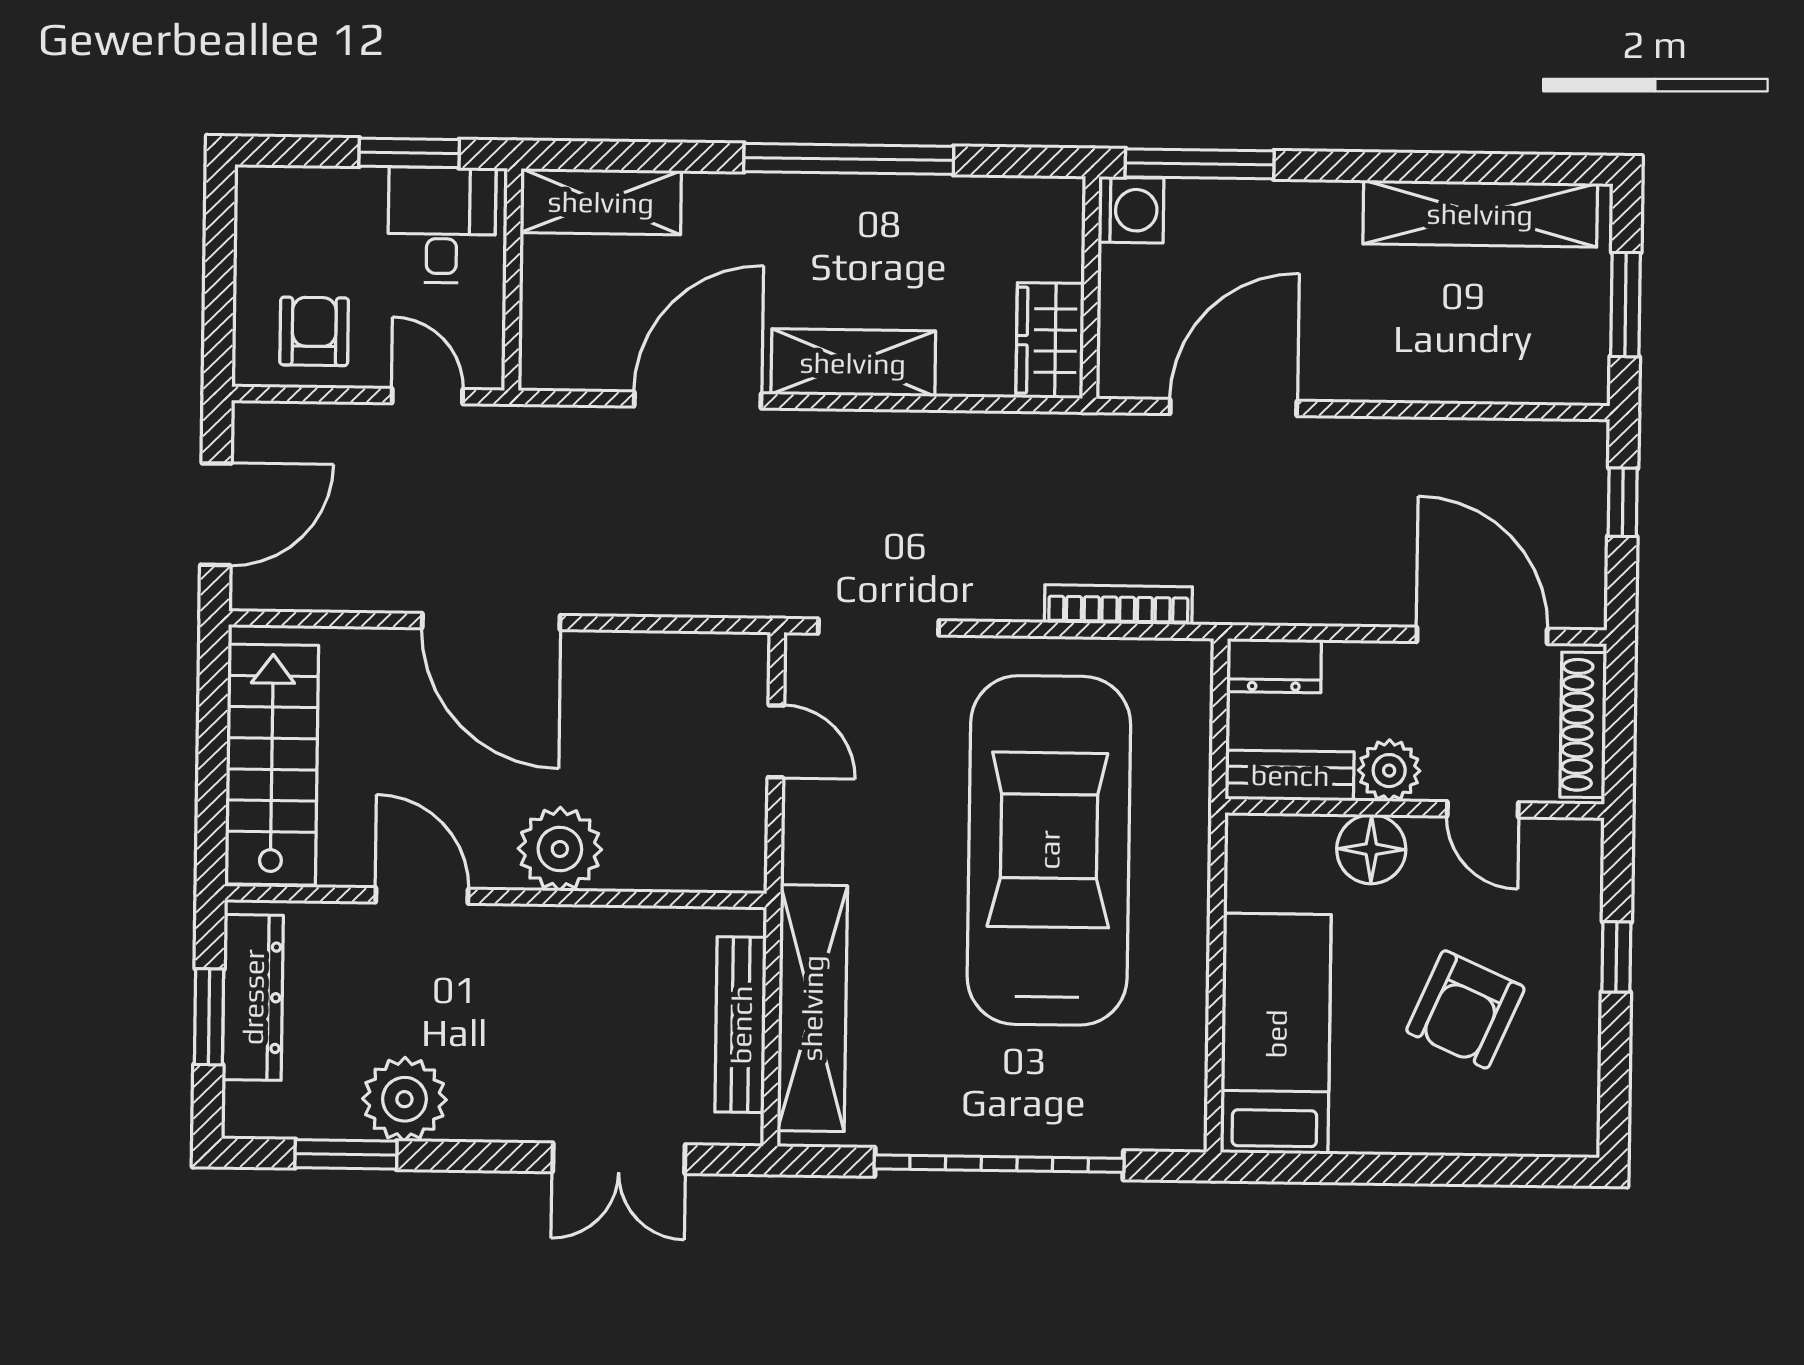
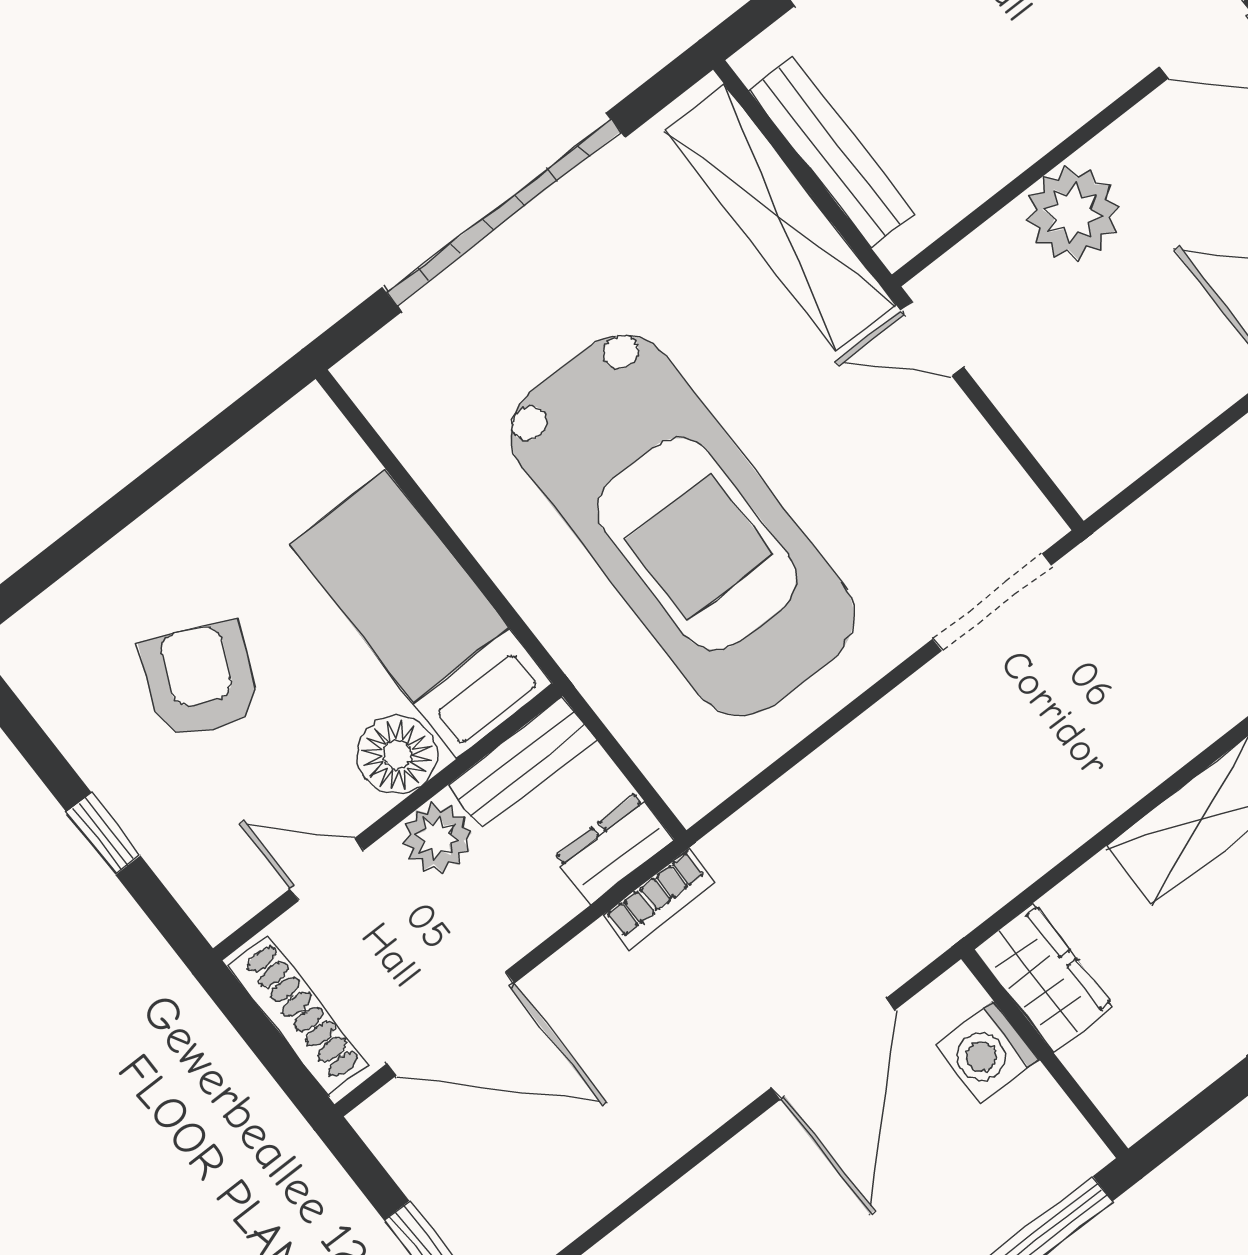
washing machine: (1131, 210) -> (987, 1052), moved
bookcase: (1118, 605) -> (659, 898), moved, width x0.64
door: (776, 741) -> (932, 339), moved
plant: (560, 849) -> (1073, 213), moved
bed: (1276, 1034) -> (421, 614), moved, turned 180

